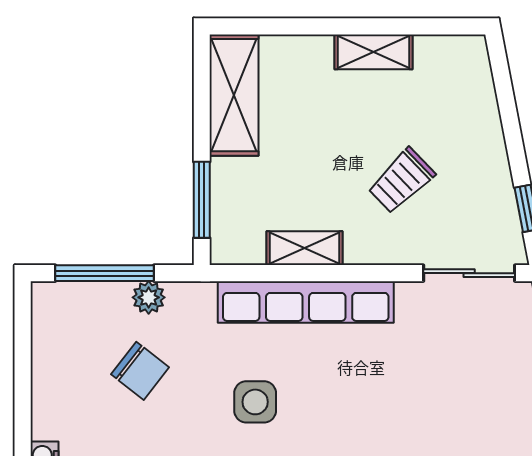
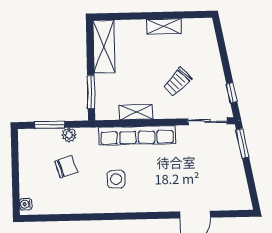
window: (105, 273) -> (50, 125), width x0.69
chair: (140, 371) -> (66, 167), turned -56

